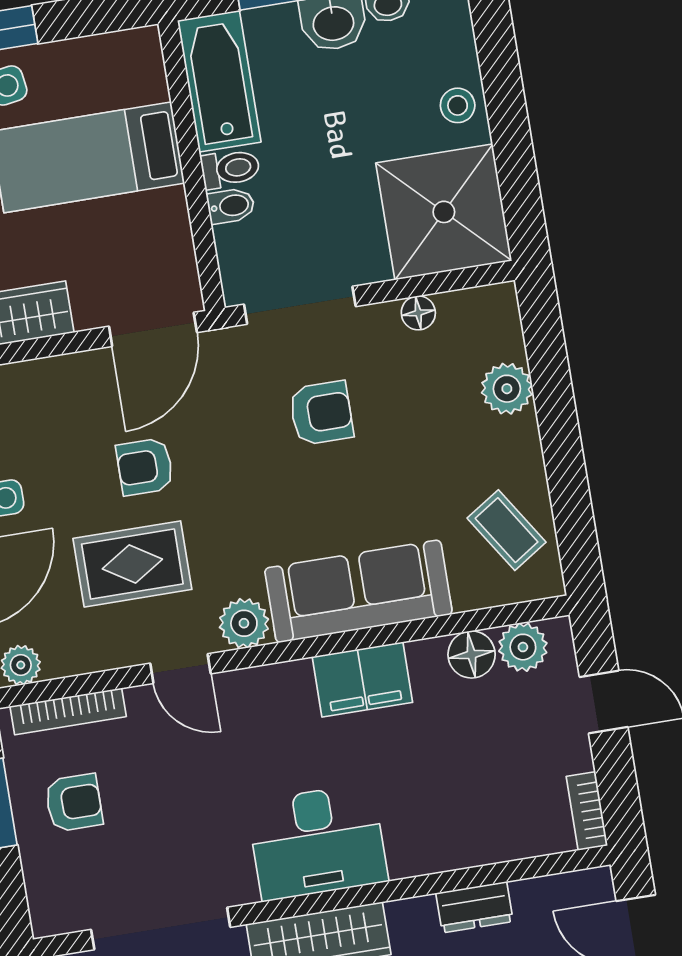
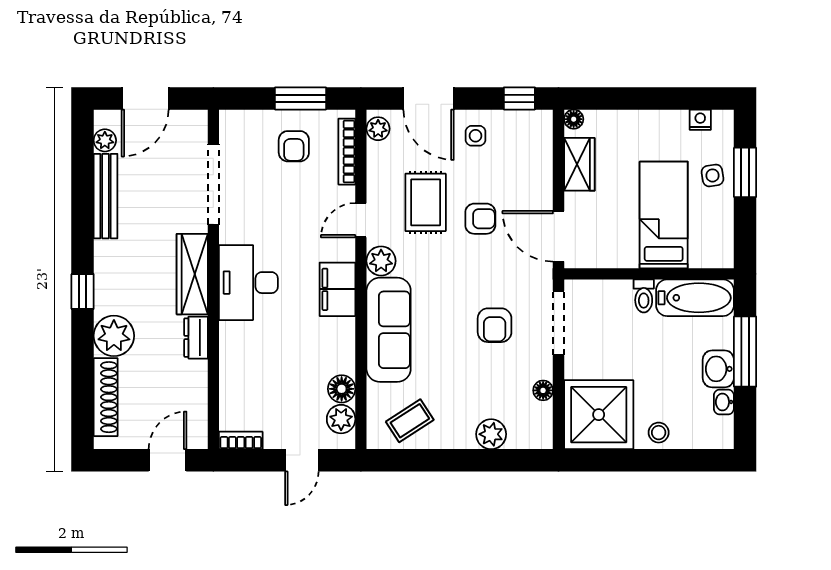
bidet: (231, 206) -> (622, 293), removed
armchair: (145, 467) -> (480, 219), turned 90
filing cabinet: (362, 680) -> (337, 289), moved
dresser: (474, 907) -> (196, 338), moved

